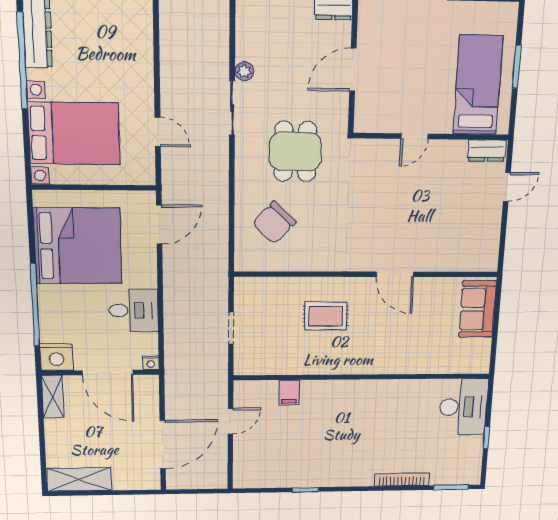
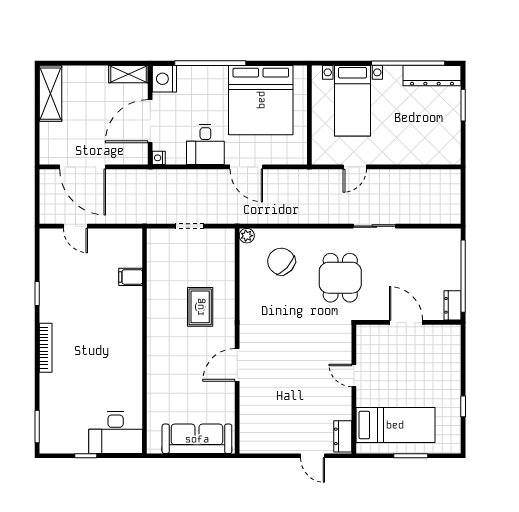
plant: (244, 71) -> (247, 236), moved
bed with nightstands: (74, 133) -> (353, 101), width x0.73
dining table: (295, 152) -> (340, 278), turned 90
door: (159, 224) -> (246, 167), moved
sofa: (478, 309) -> (197, 439), width x1.36
door: (231, 421) -> (75, 226), moved
bookcase: (402, 479) -> (46, 348), moved

